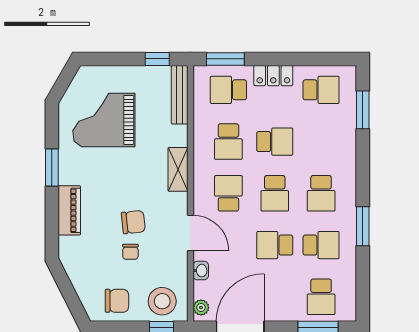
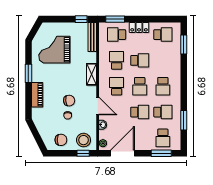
school desk: (228, 142) -> (117, 60), turned 180
window: (363, 226) -> (184, 120), moved
school desk: (275, 245) -> (140, 112), turned 180

